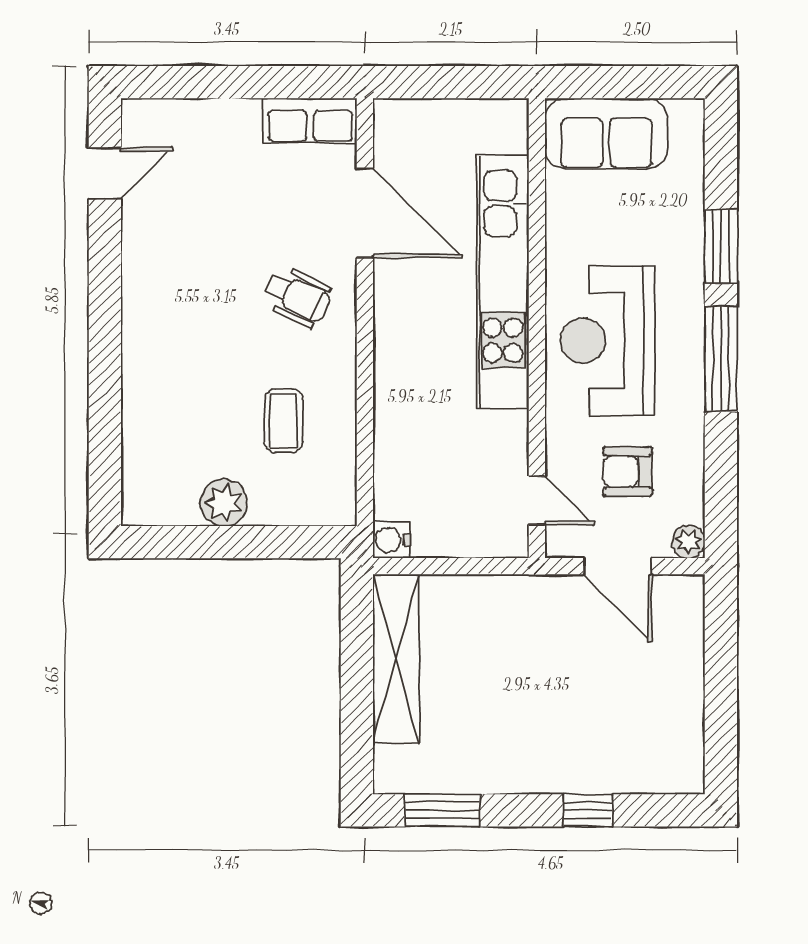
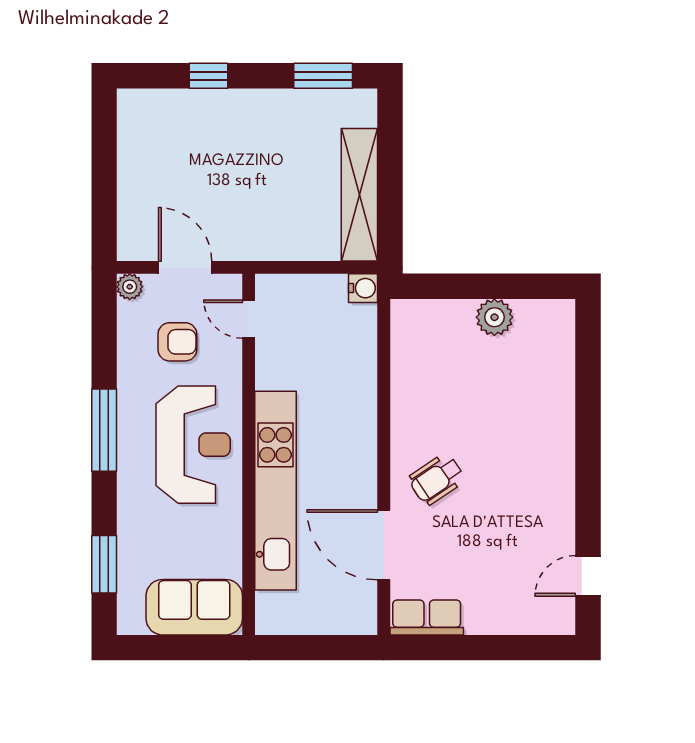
window: (721, 247) -> (104, 564), moved
wheelchair: (298, 297) -> (437, 479), turned -60
coffee table: (284, 421) -> (448, 382), removed

